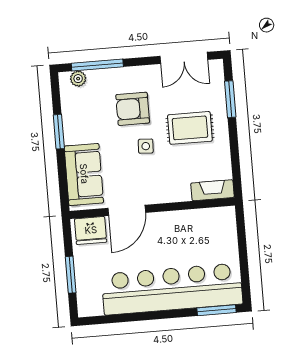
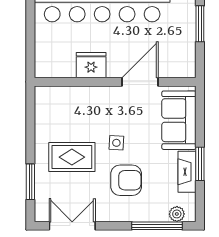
fireplace: (212, 190) -> (187, 172), moved, turned 90
fridge: (91, 230) -> (91, 65), moved

